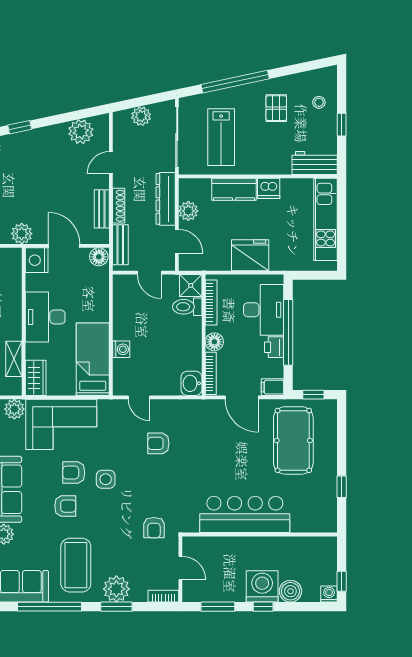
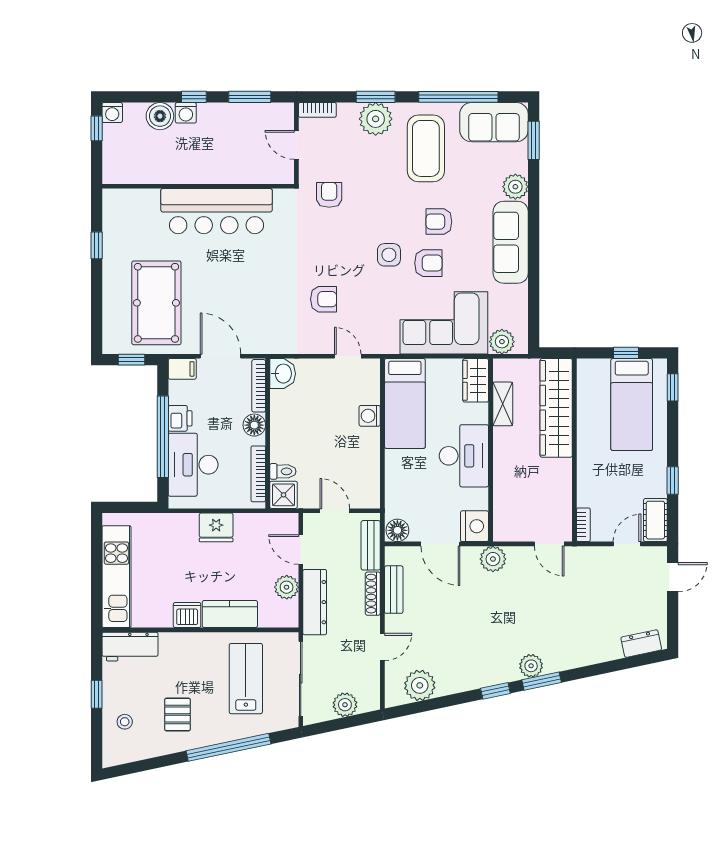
fridge: (250, 255) -> (216, 527), width x0.73, depth x0.75
toilet: (187, 307) -> (283, 471), width x0.73, depth x0.72
washing machine: (262, 586) -> (186, 113), width x0.53, depth x0.53

